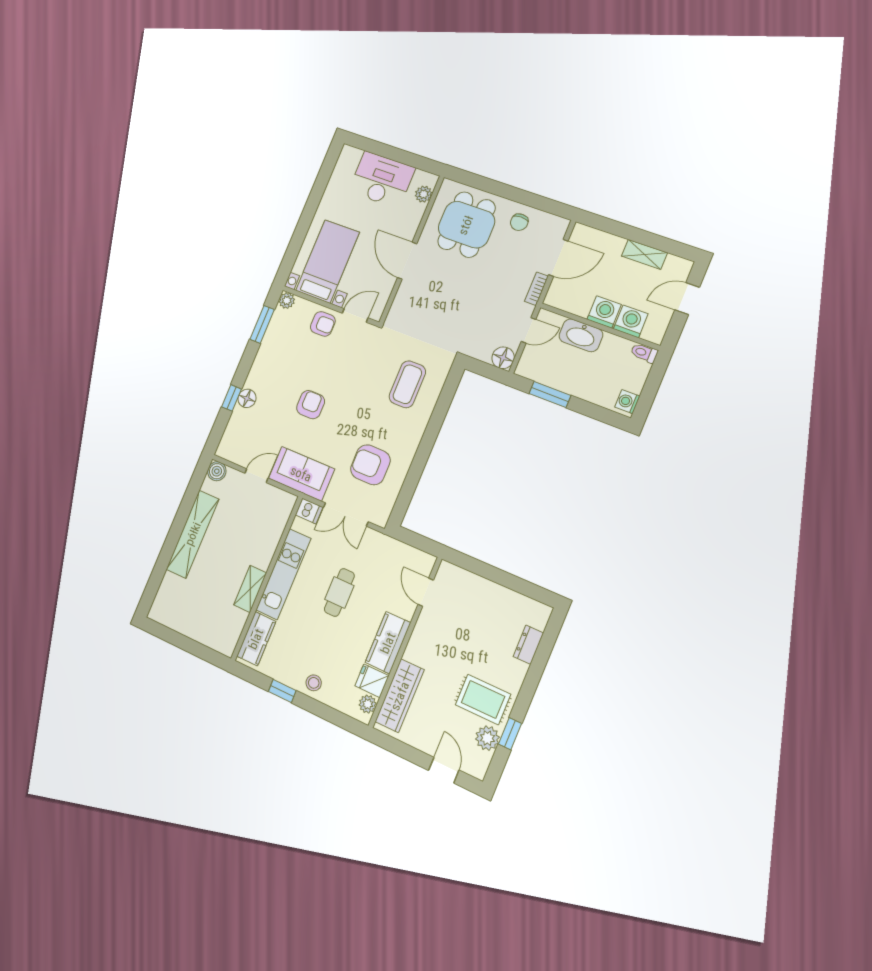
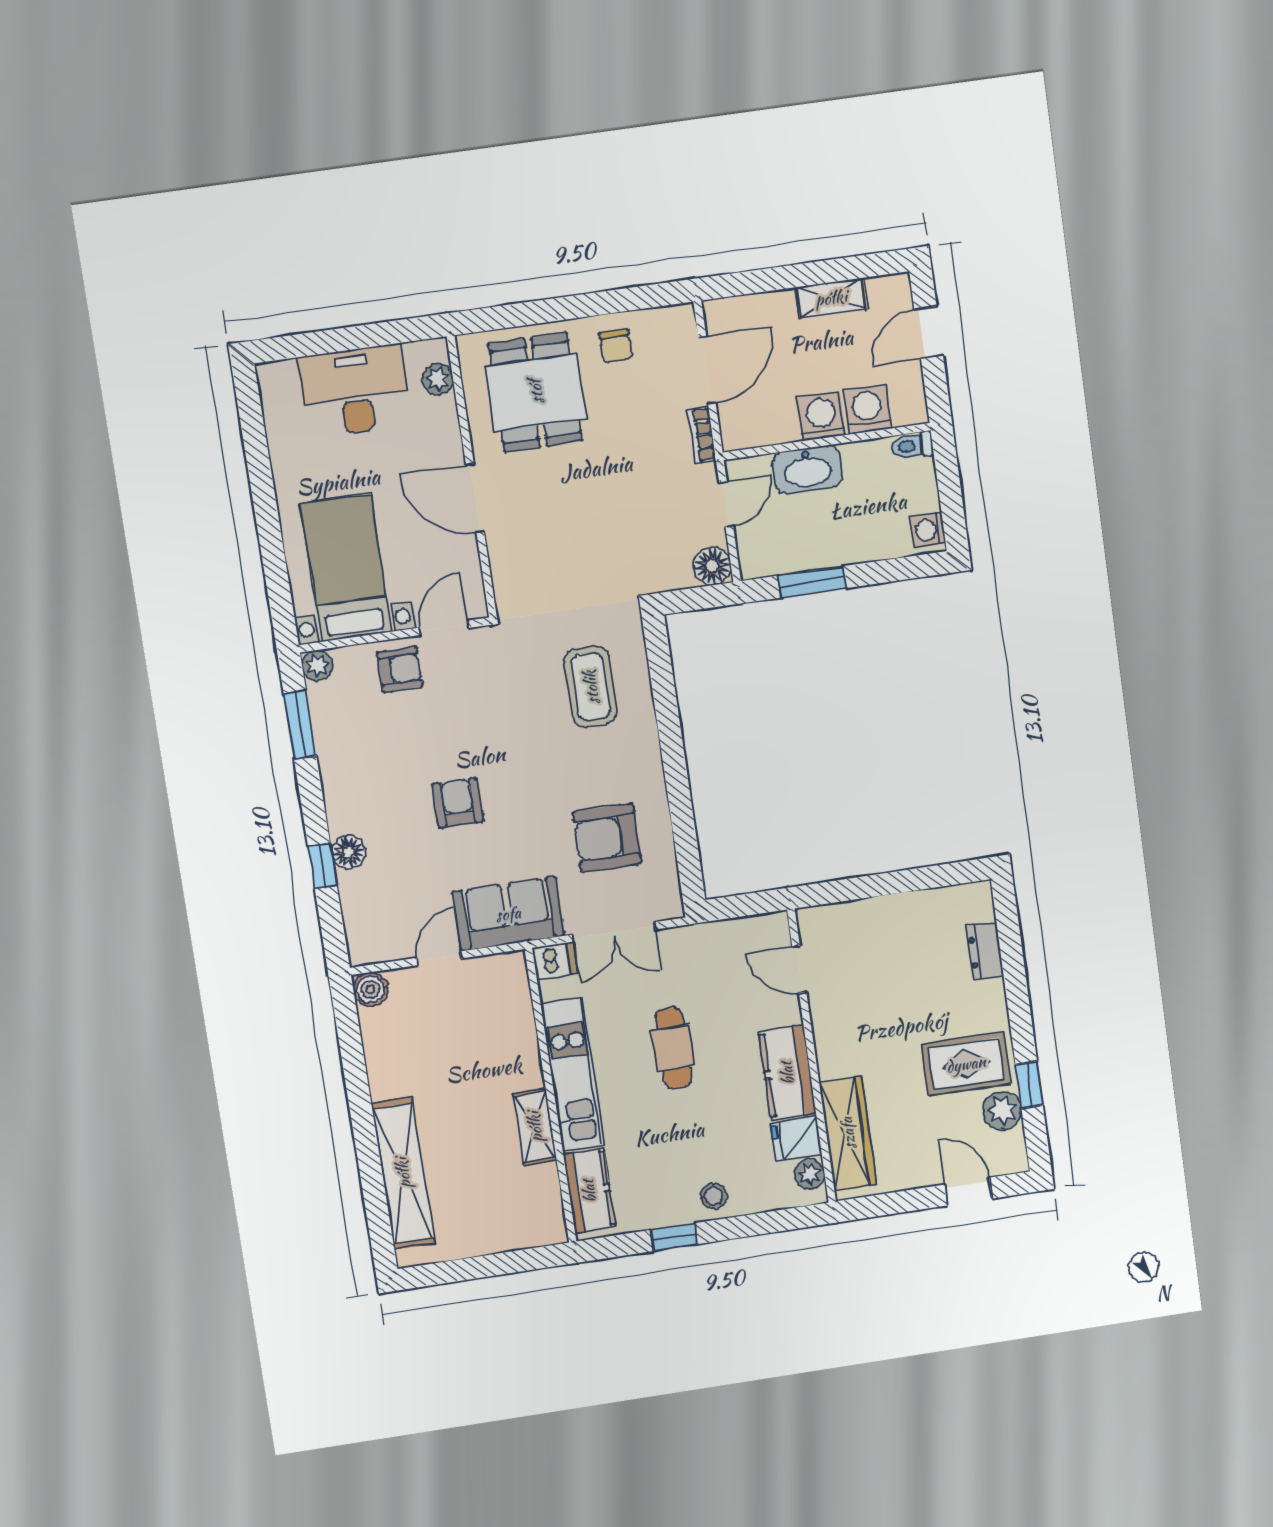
shelving: (193, 534) -> (403, 1173), moved

